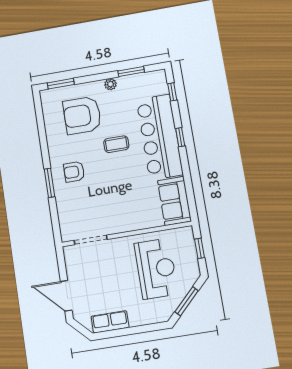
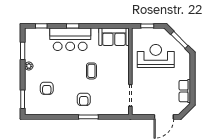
armchair: (82, 115) -> (47, 88), width x0.53, depth x0.53
bar counter: (160, 137) -> (70, 39), width x0.73
coffee table: (116, 144) -> (91, 71), moved

